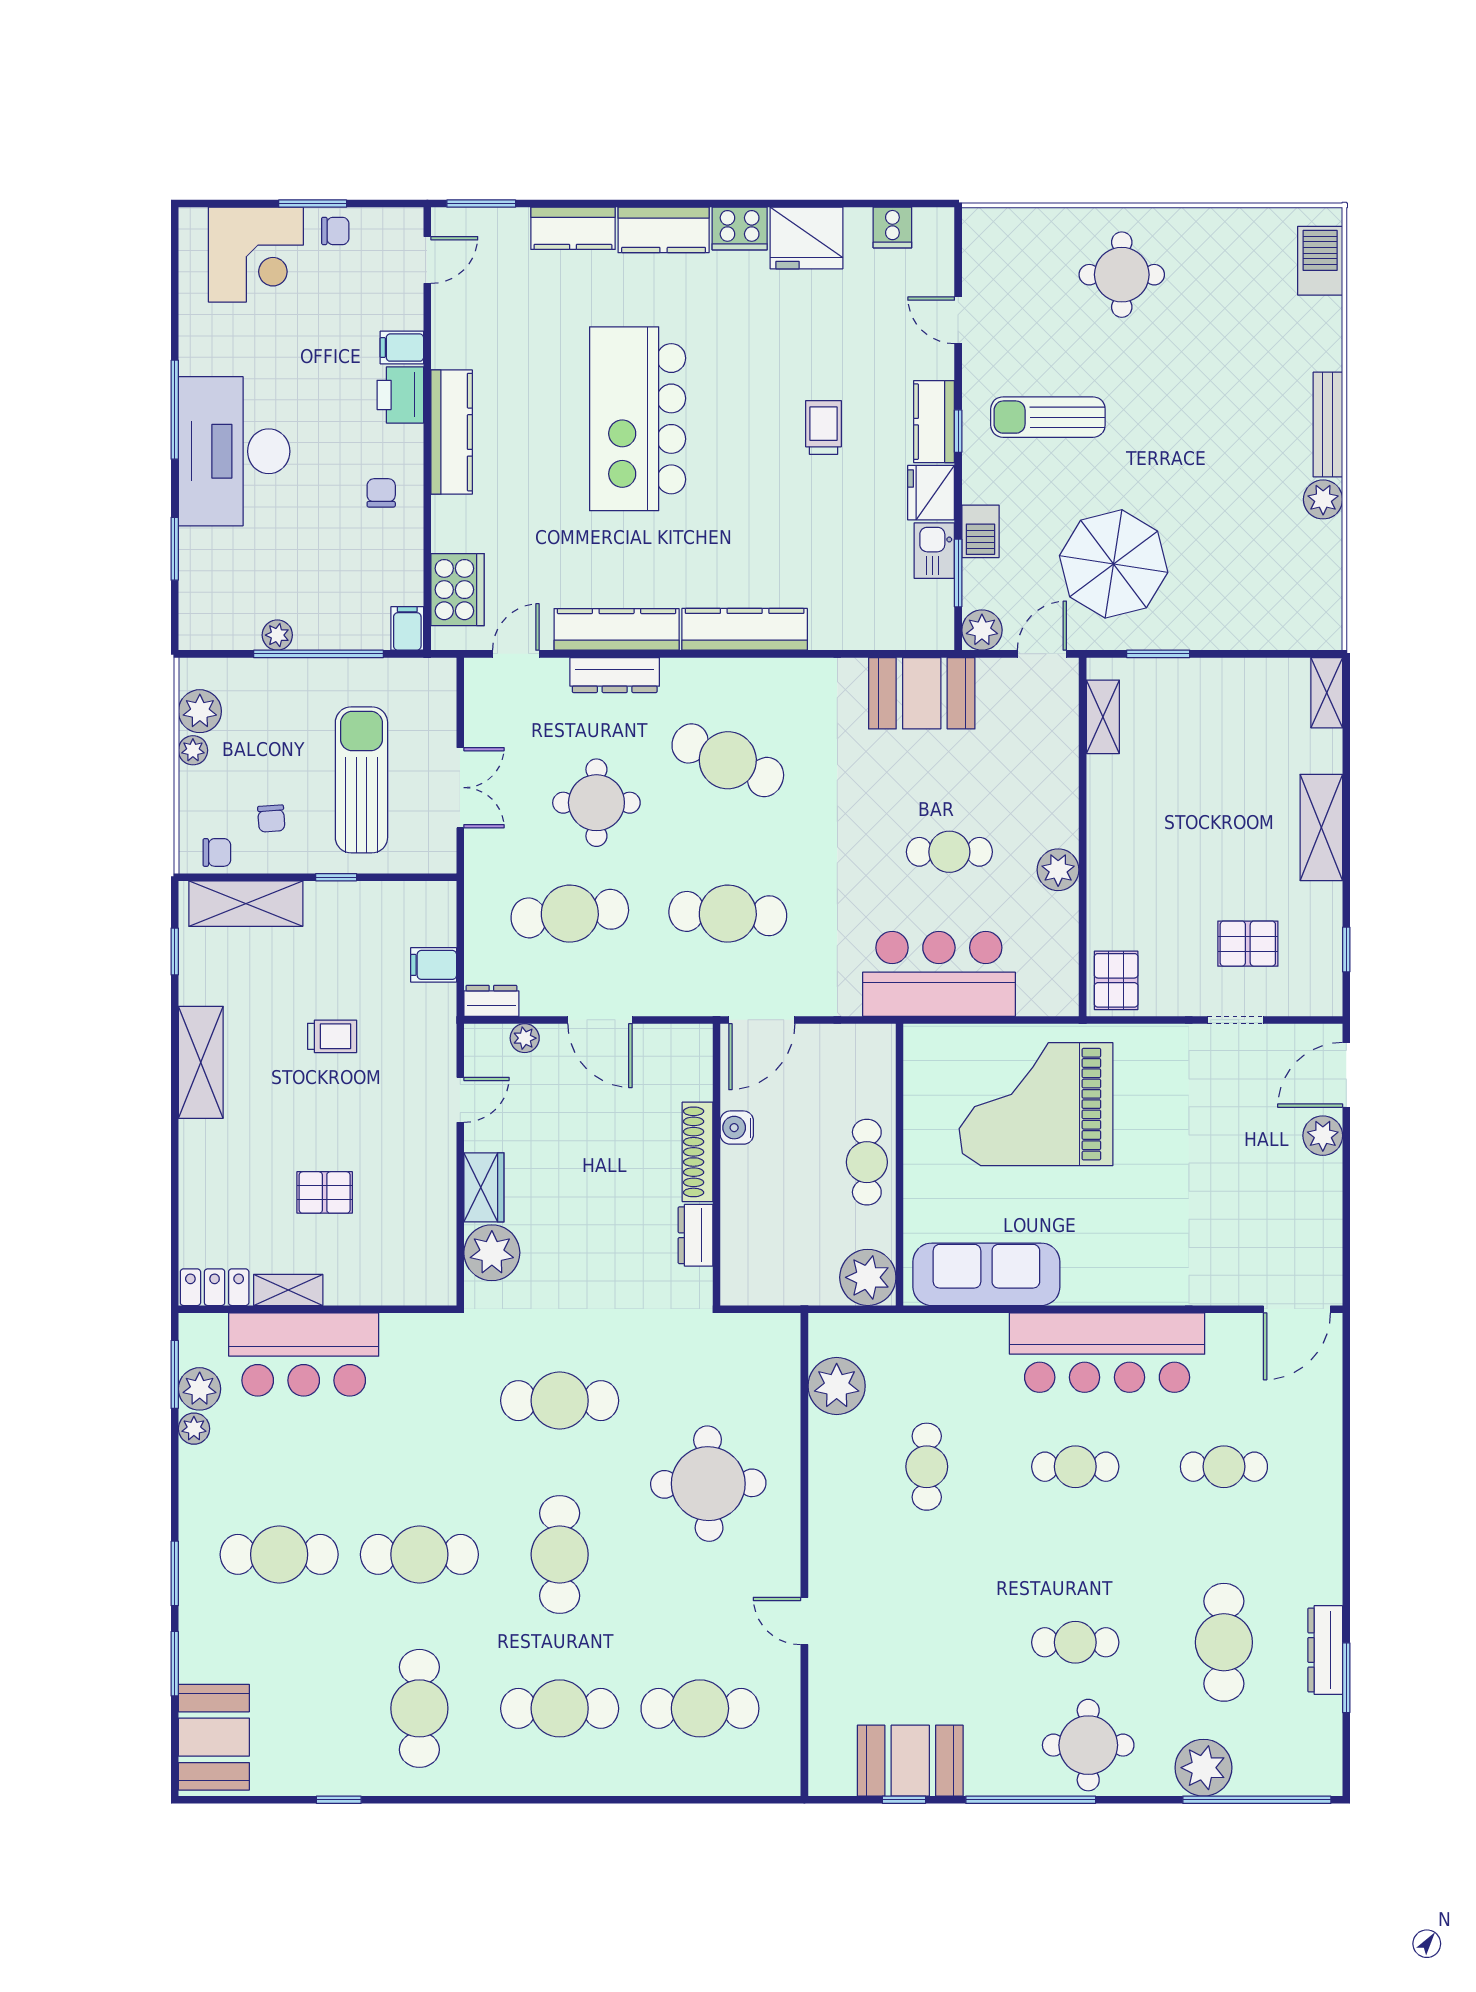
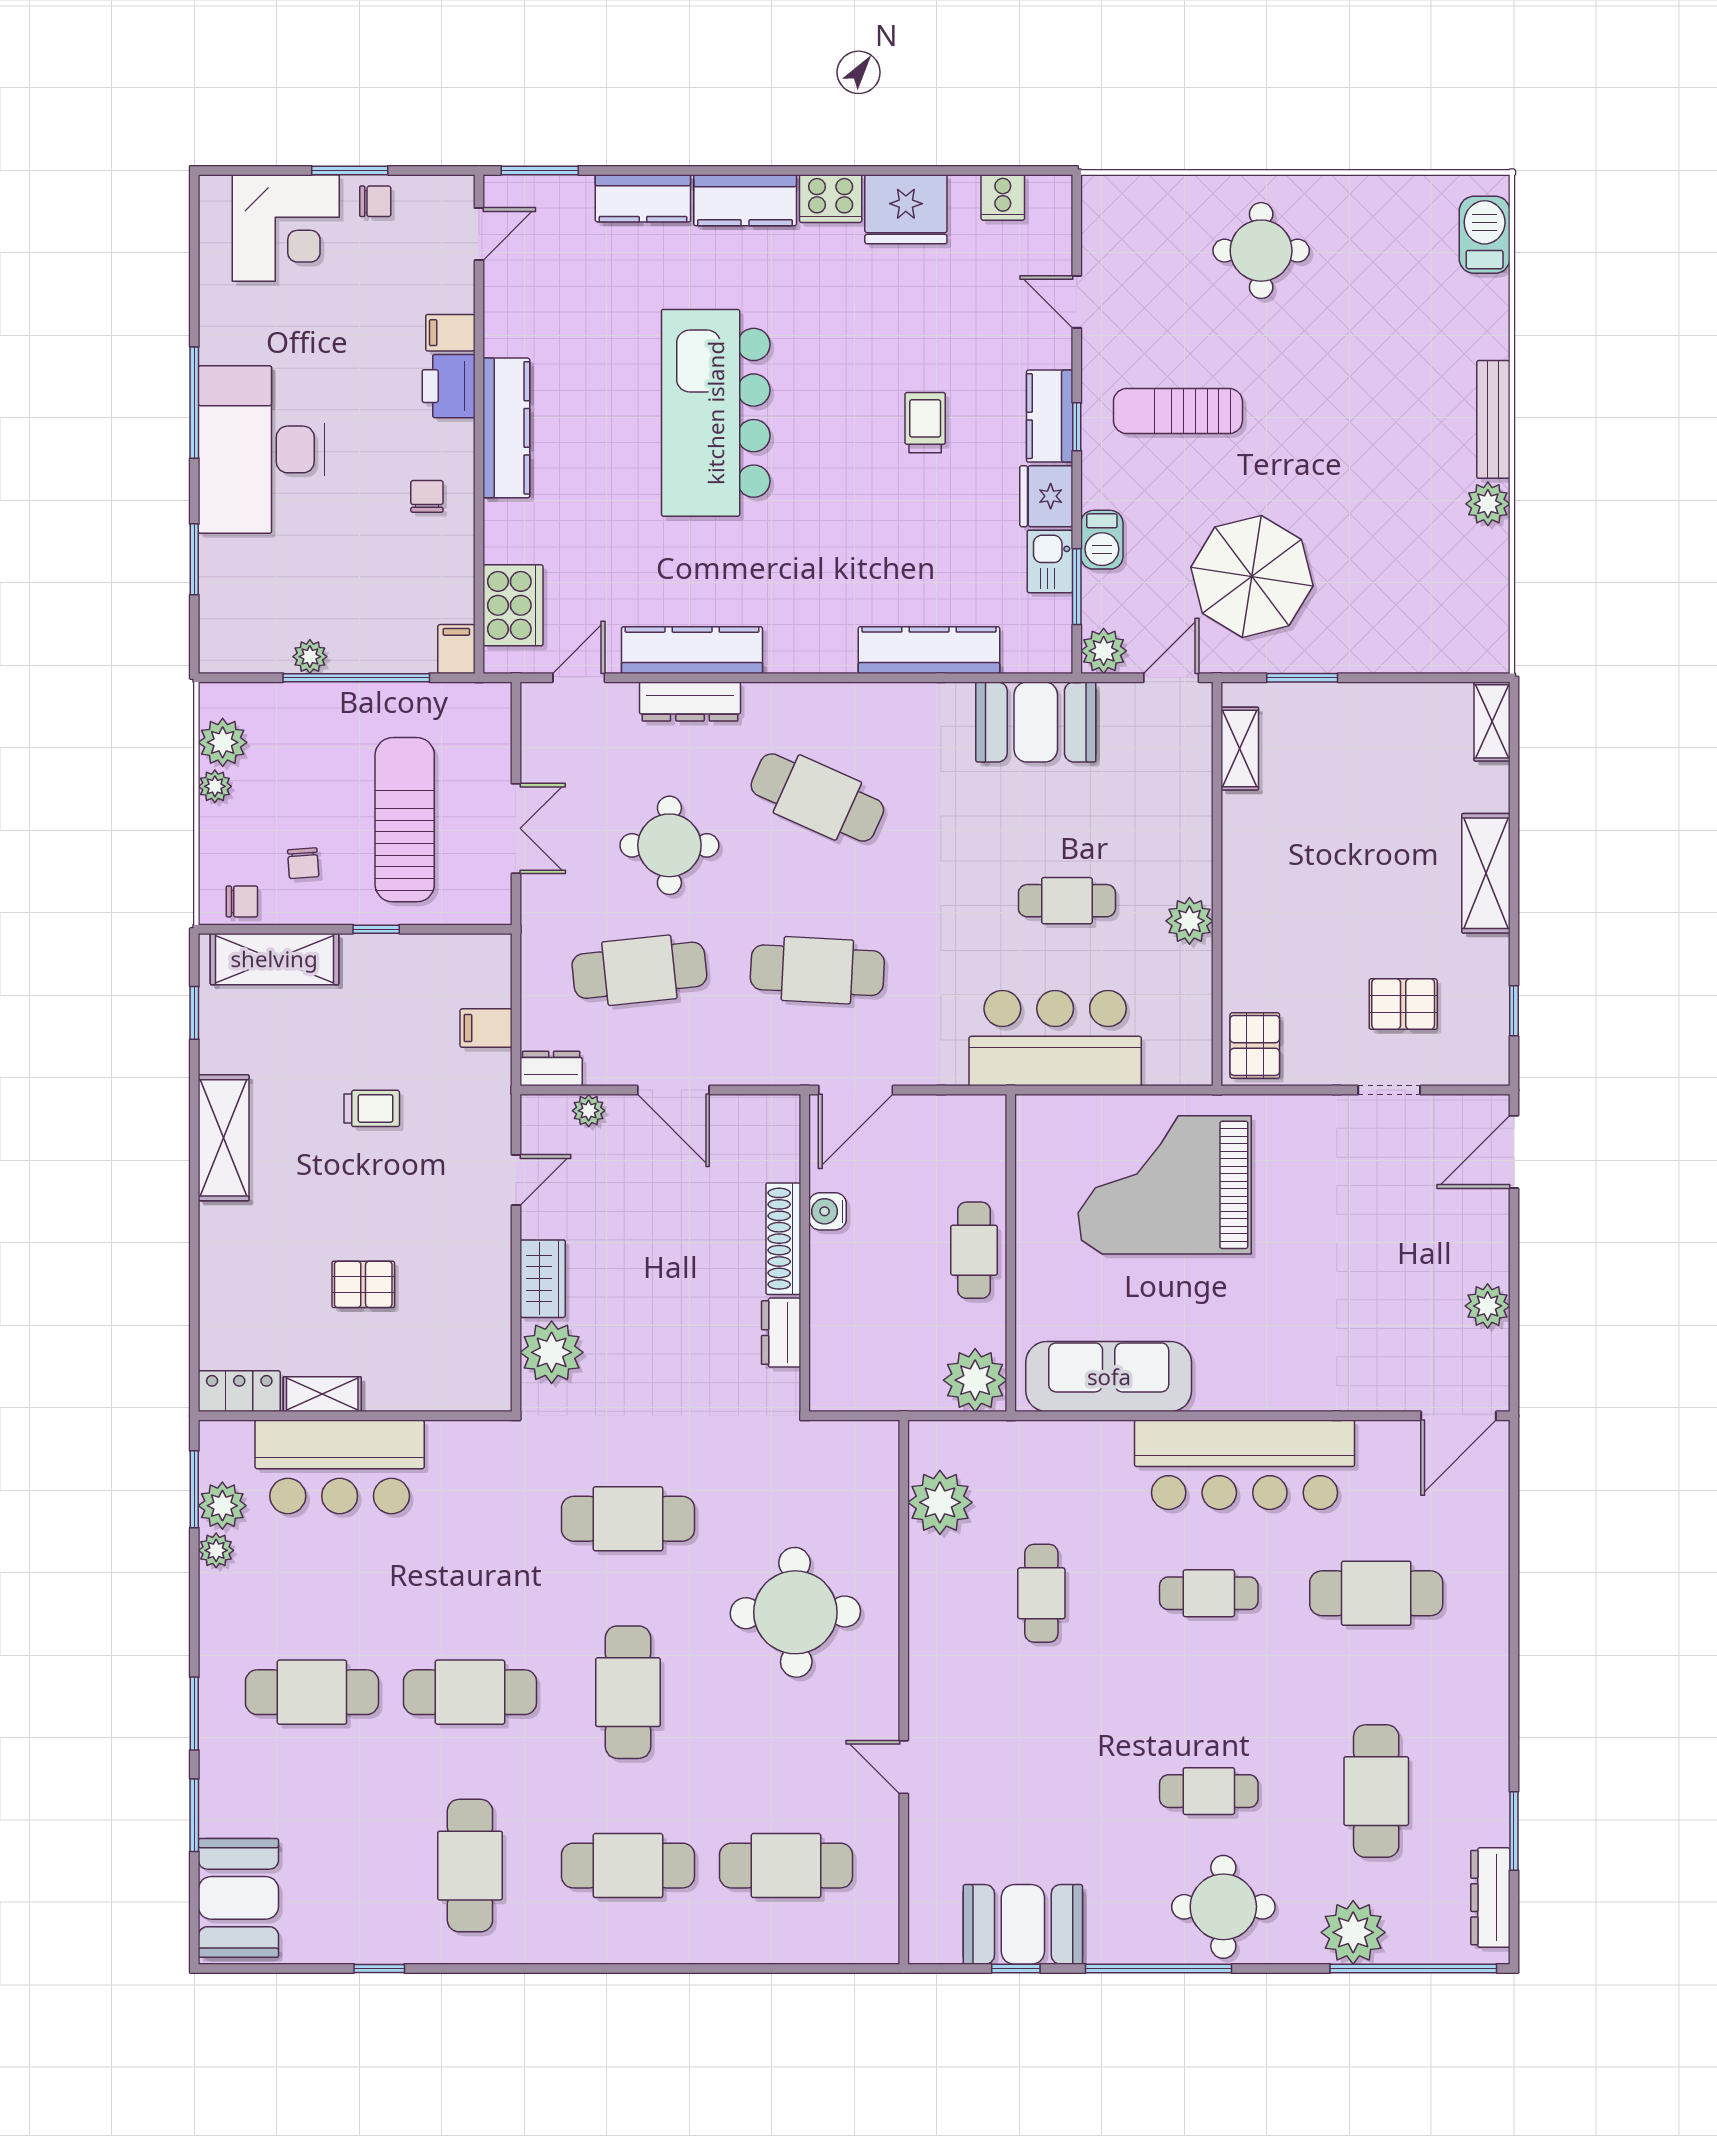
kitchen counter: (745, 629) -> (929, 650), moved
plant: (1323, 1136) -> (1488, 1306), moved
cafe table: (1224, 1467) -> (1376, 1593), width x1.37, depth x1.35
dresser: (1325, 1650) -> (1490, 1898), moved

